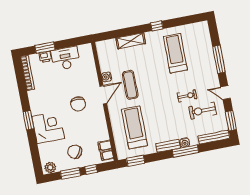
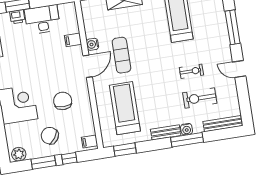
chair: (78, 104) -> (63, 101), moved, turned 180
exercise bike: (203, 111) -> (200, 98), moved
window: (231, 121) -> (245, 104), removed
filing cabinet: (105, 146) -> (73, 40), moved

